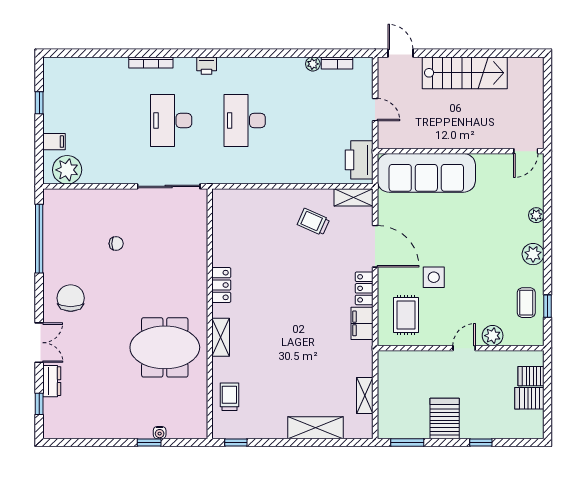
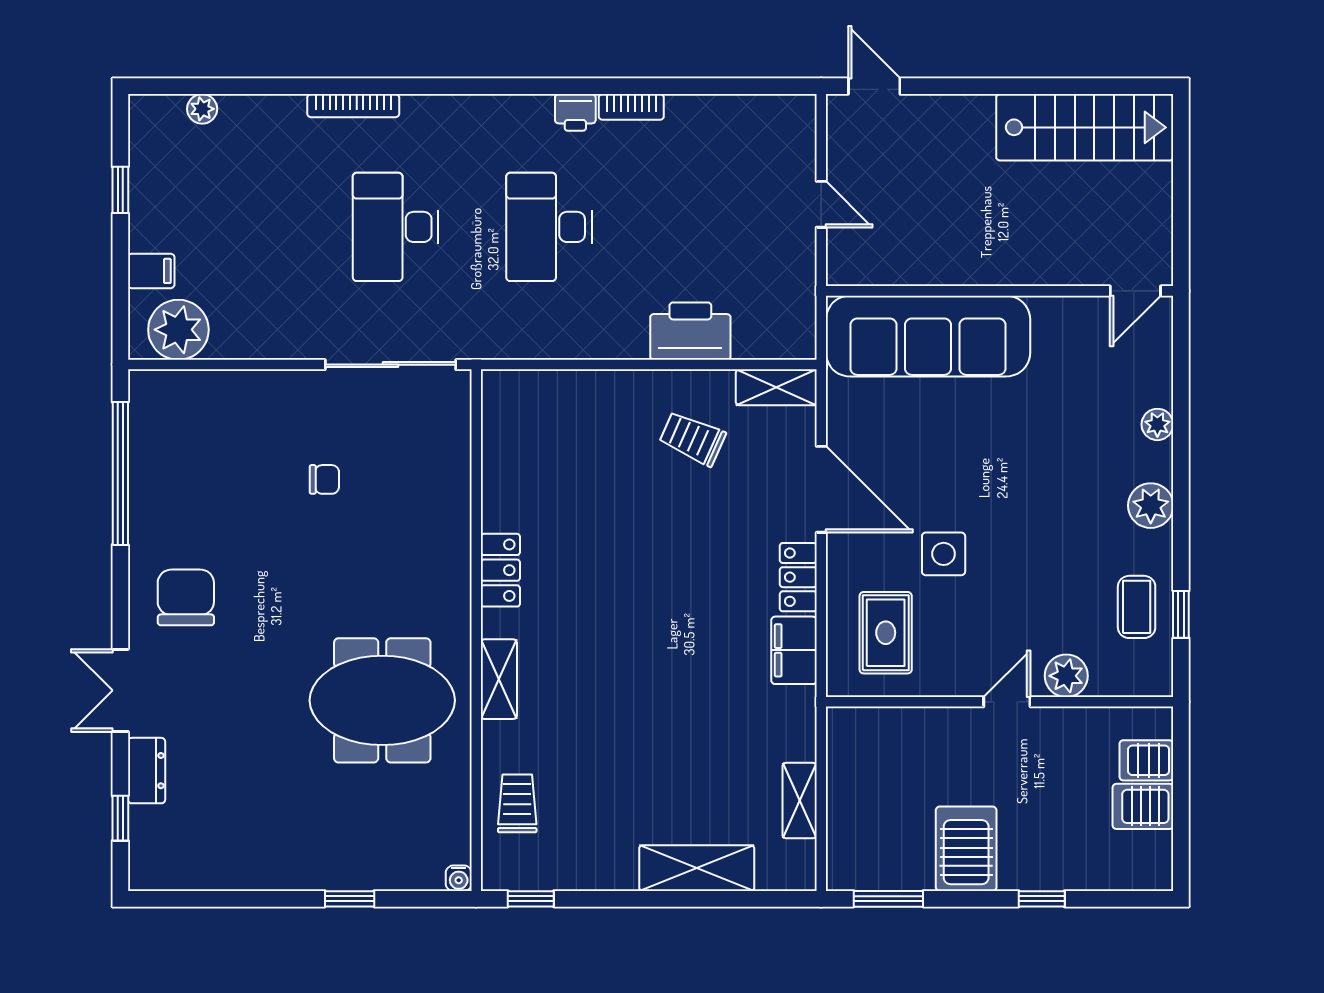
bookcase: (337, 63) -> (631, 107), moved
plant: (313, 64) -> (202, 109), moved
printer: (207, 66) -> (575, 112), moved
stairs: (465, 73) -> (1085, 127), moved
printer: (359, 160) -> (690, 331), moved, turned 90
chair: (116, 244) -> (324, 479), moved
double door: (39, 343) -> (120, 690), swing flipped
water cooler: (160, 433) -> (459, 878), moved

